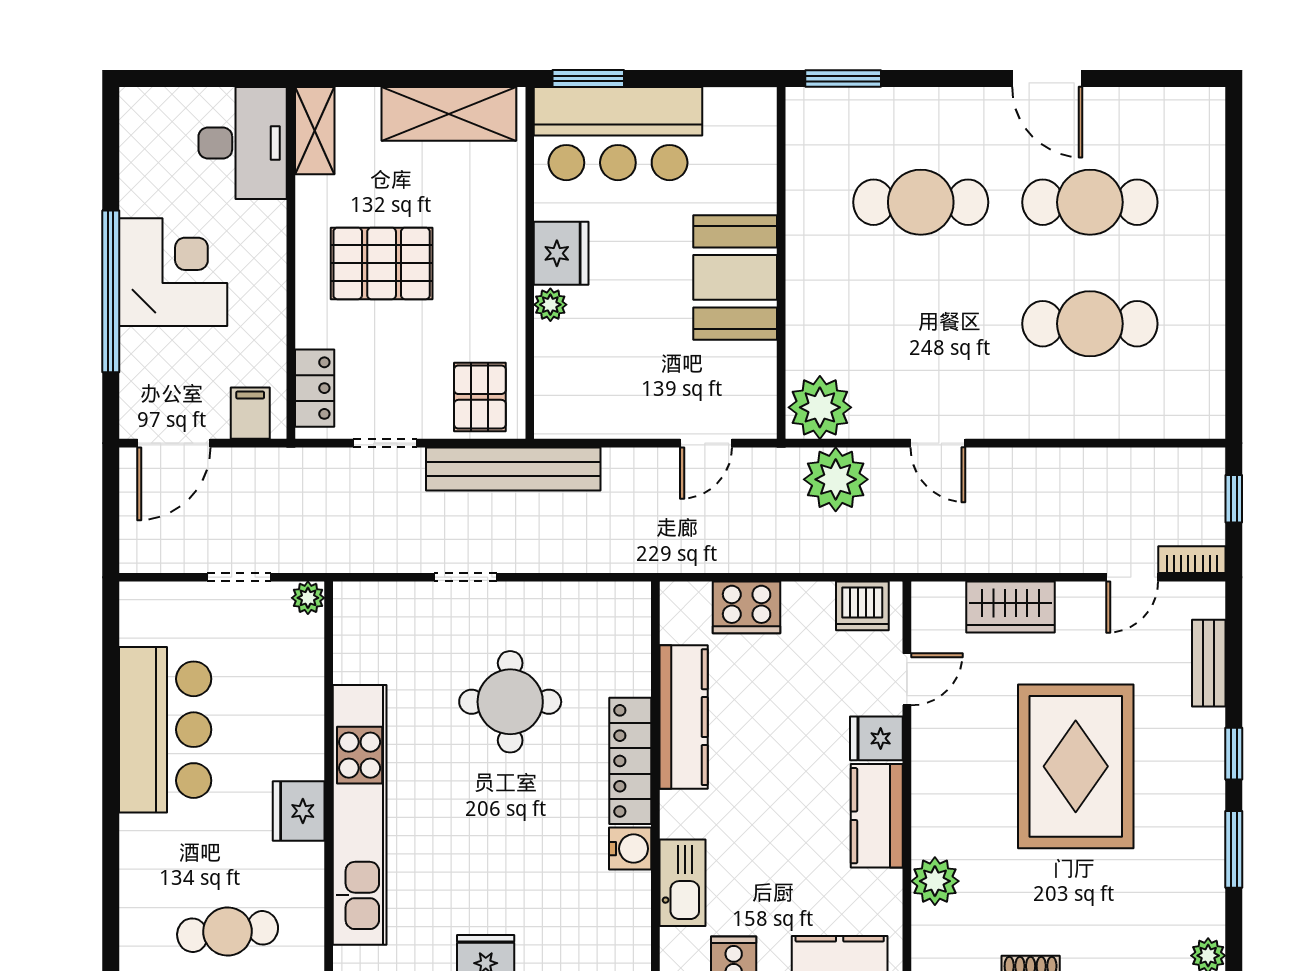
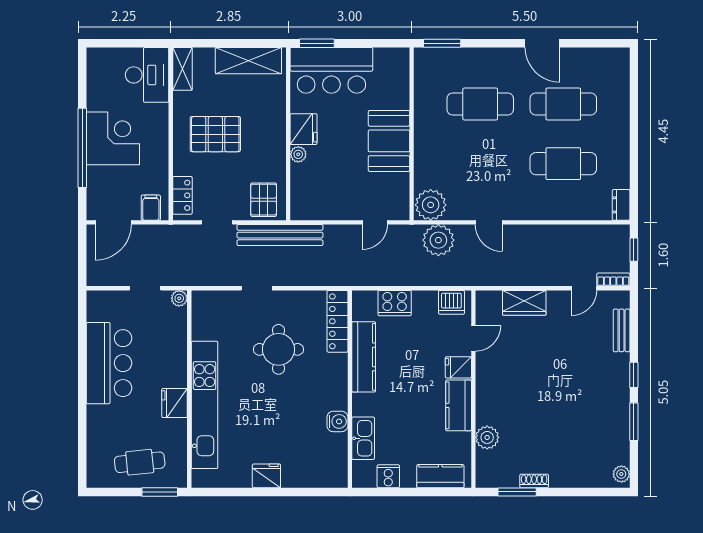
dresser: (1208, 408) -> (621, 205), added
locker: (630, 761) -> (338, 321), moved
rug: (1076, 766) -> (556, 381), removed

